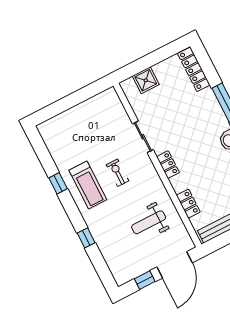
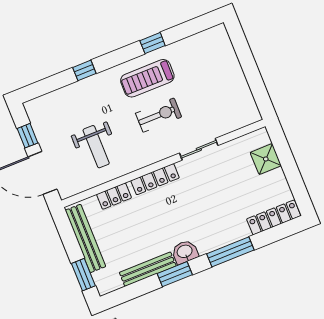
locker: (168, 165) -> (155, 179), width x1.53
exercise bike: (118, 173) -> (159, 115), width x1.38, depth x1.39
weight bench: (149, 222) -> (96, 147), turned 180

